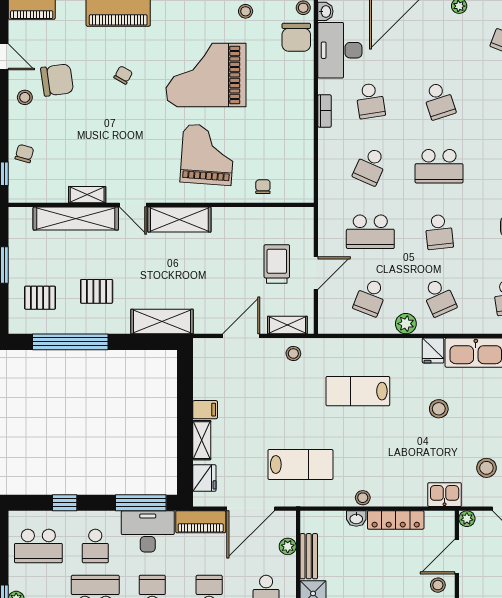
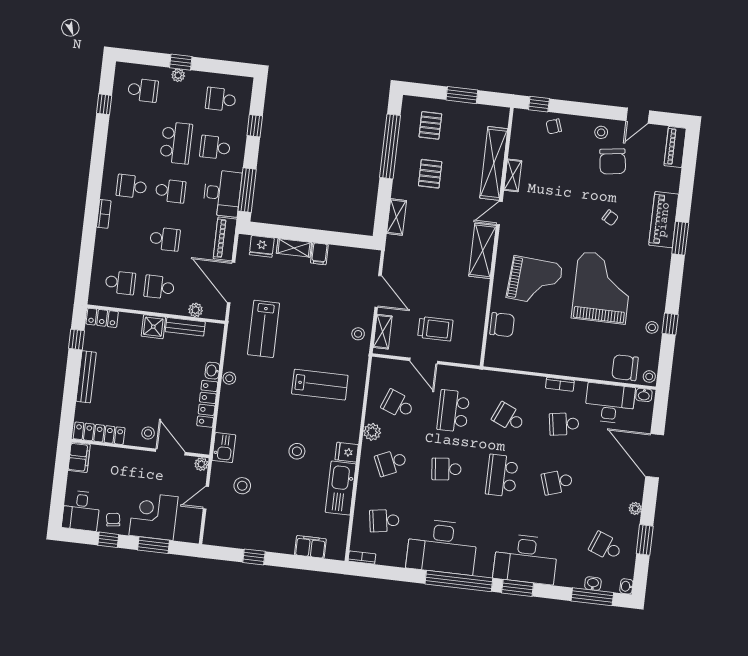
chair: (24, 153) -> (554, 126), turned 146
chair: (263, 187) -> (502, 325), width x1.87, depth x1.87
shelving: (162, 322) -> (396, 217), width x0.67, depth x0.75
lab bench: (358, 391) -> (320, 385), turned 90
school desk: (38, 546) -> (221, 99), width x0.54

